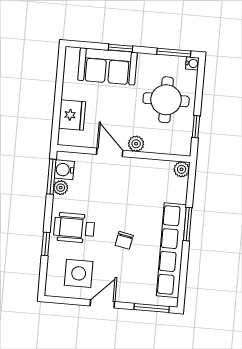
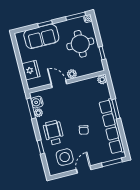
wheelchair: (74, 228) -> (54, 133), turned 90

